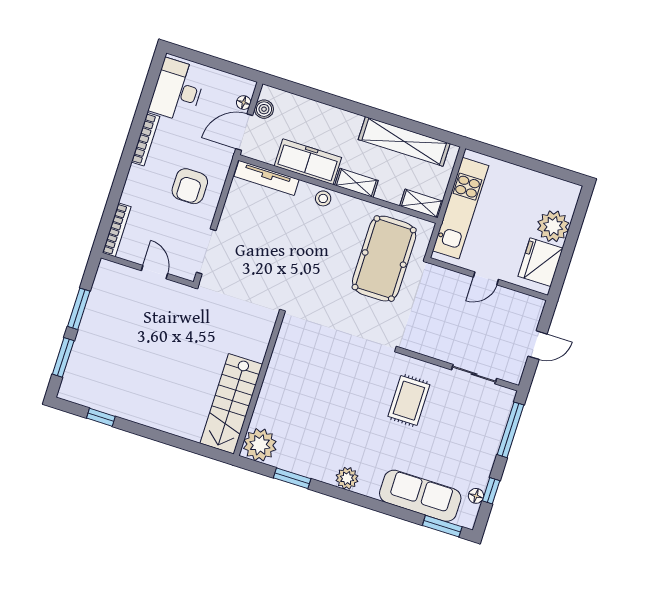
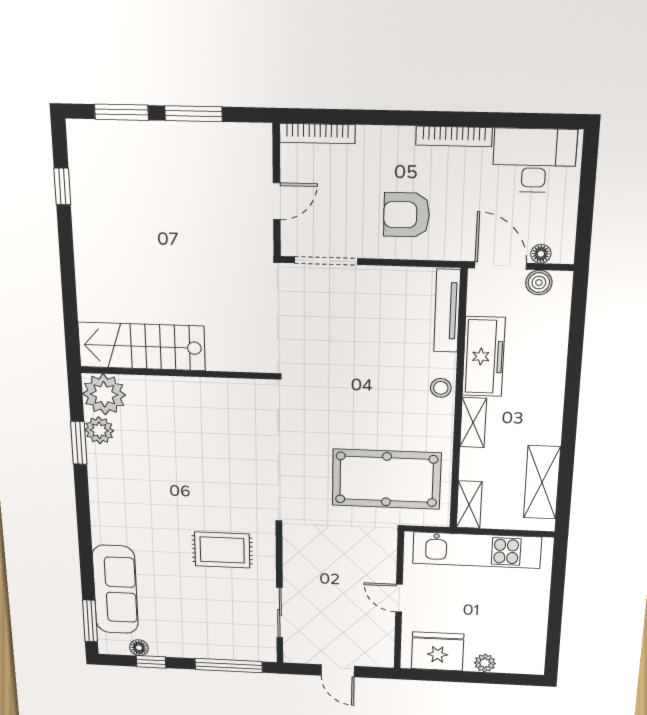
shelving: (404, 141) -> (542, 482), width x0.68
plant: (553, 226) -> (485, 663), width x0.53, depth x0.53
plant: (347, 478) -> (99, 430), moved

